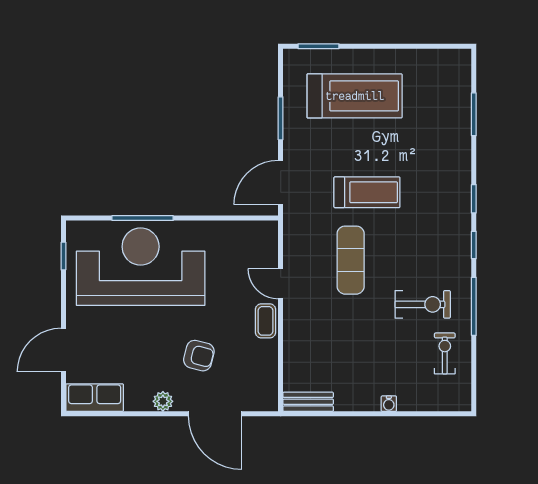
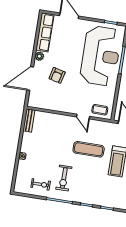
door: (281, 284) -> (83, 117), swing flipped
coffee table: (266, 321) -> (100, 110), moved
row of seats: (95, 398) -> (45, 32), width x1.48

